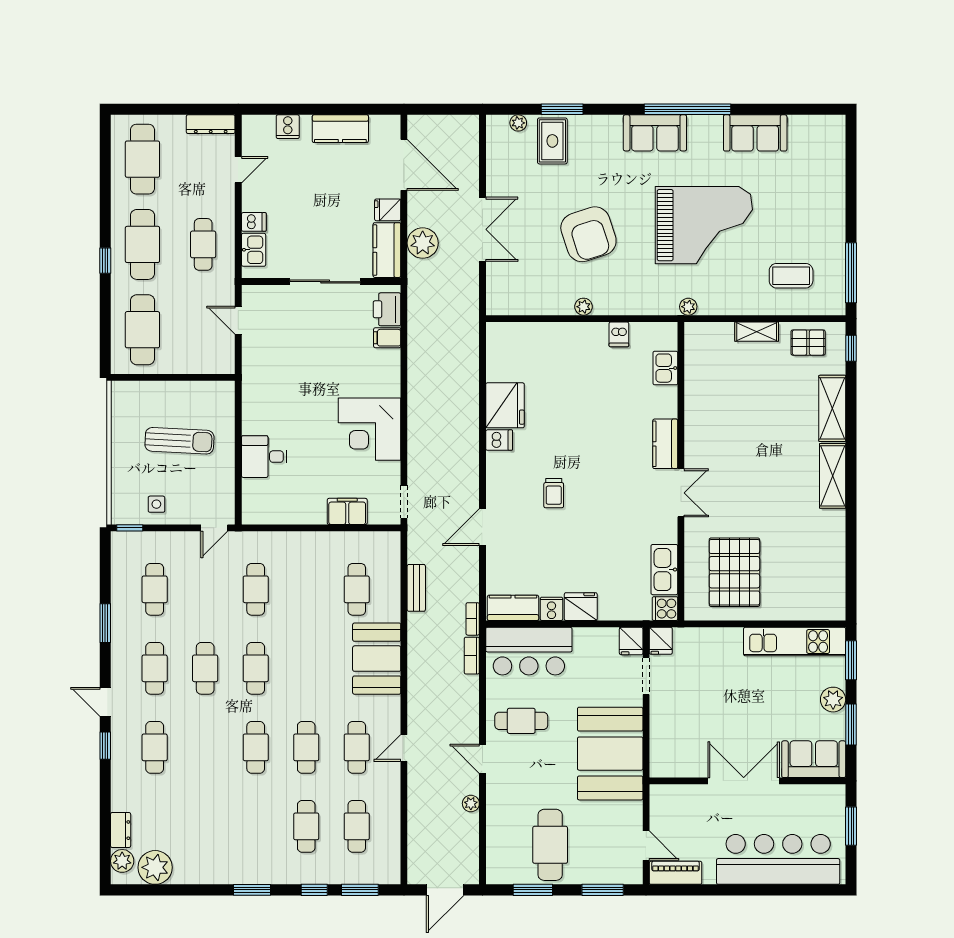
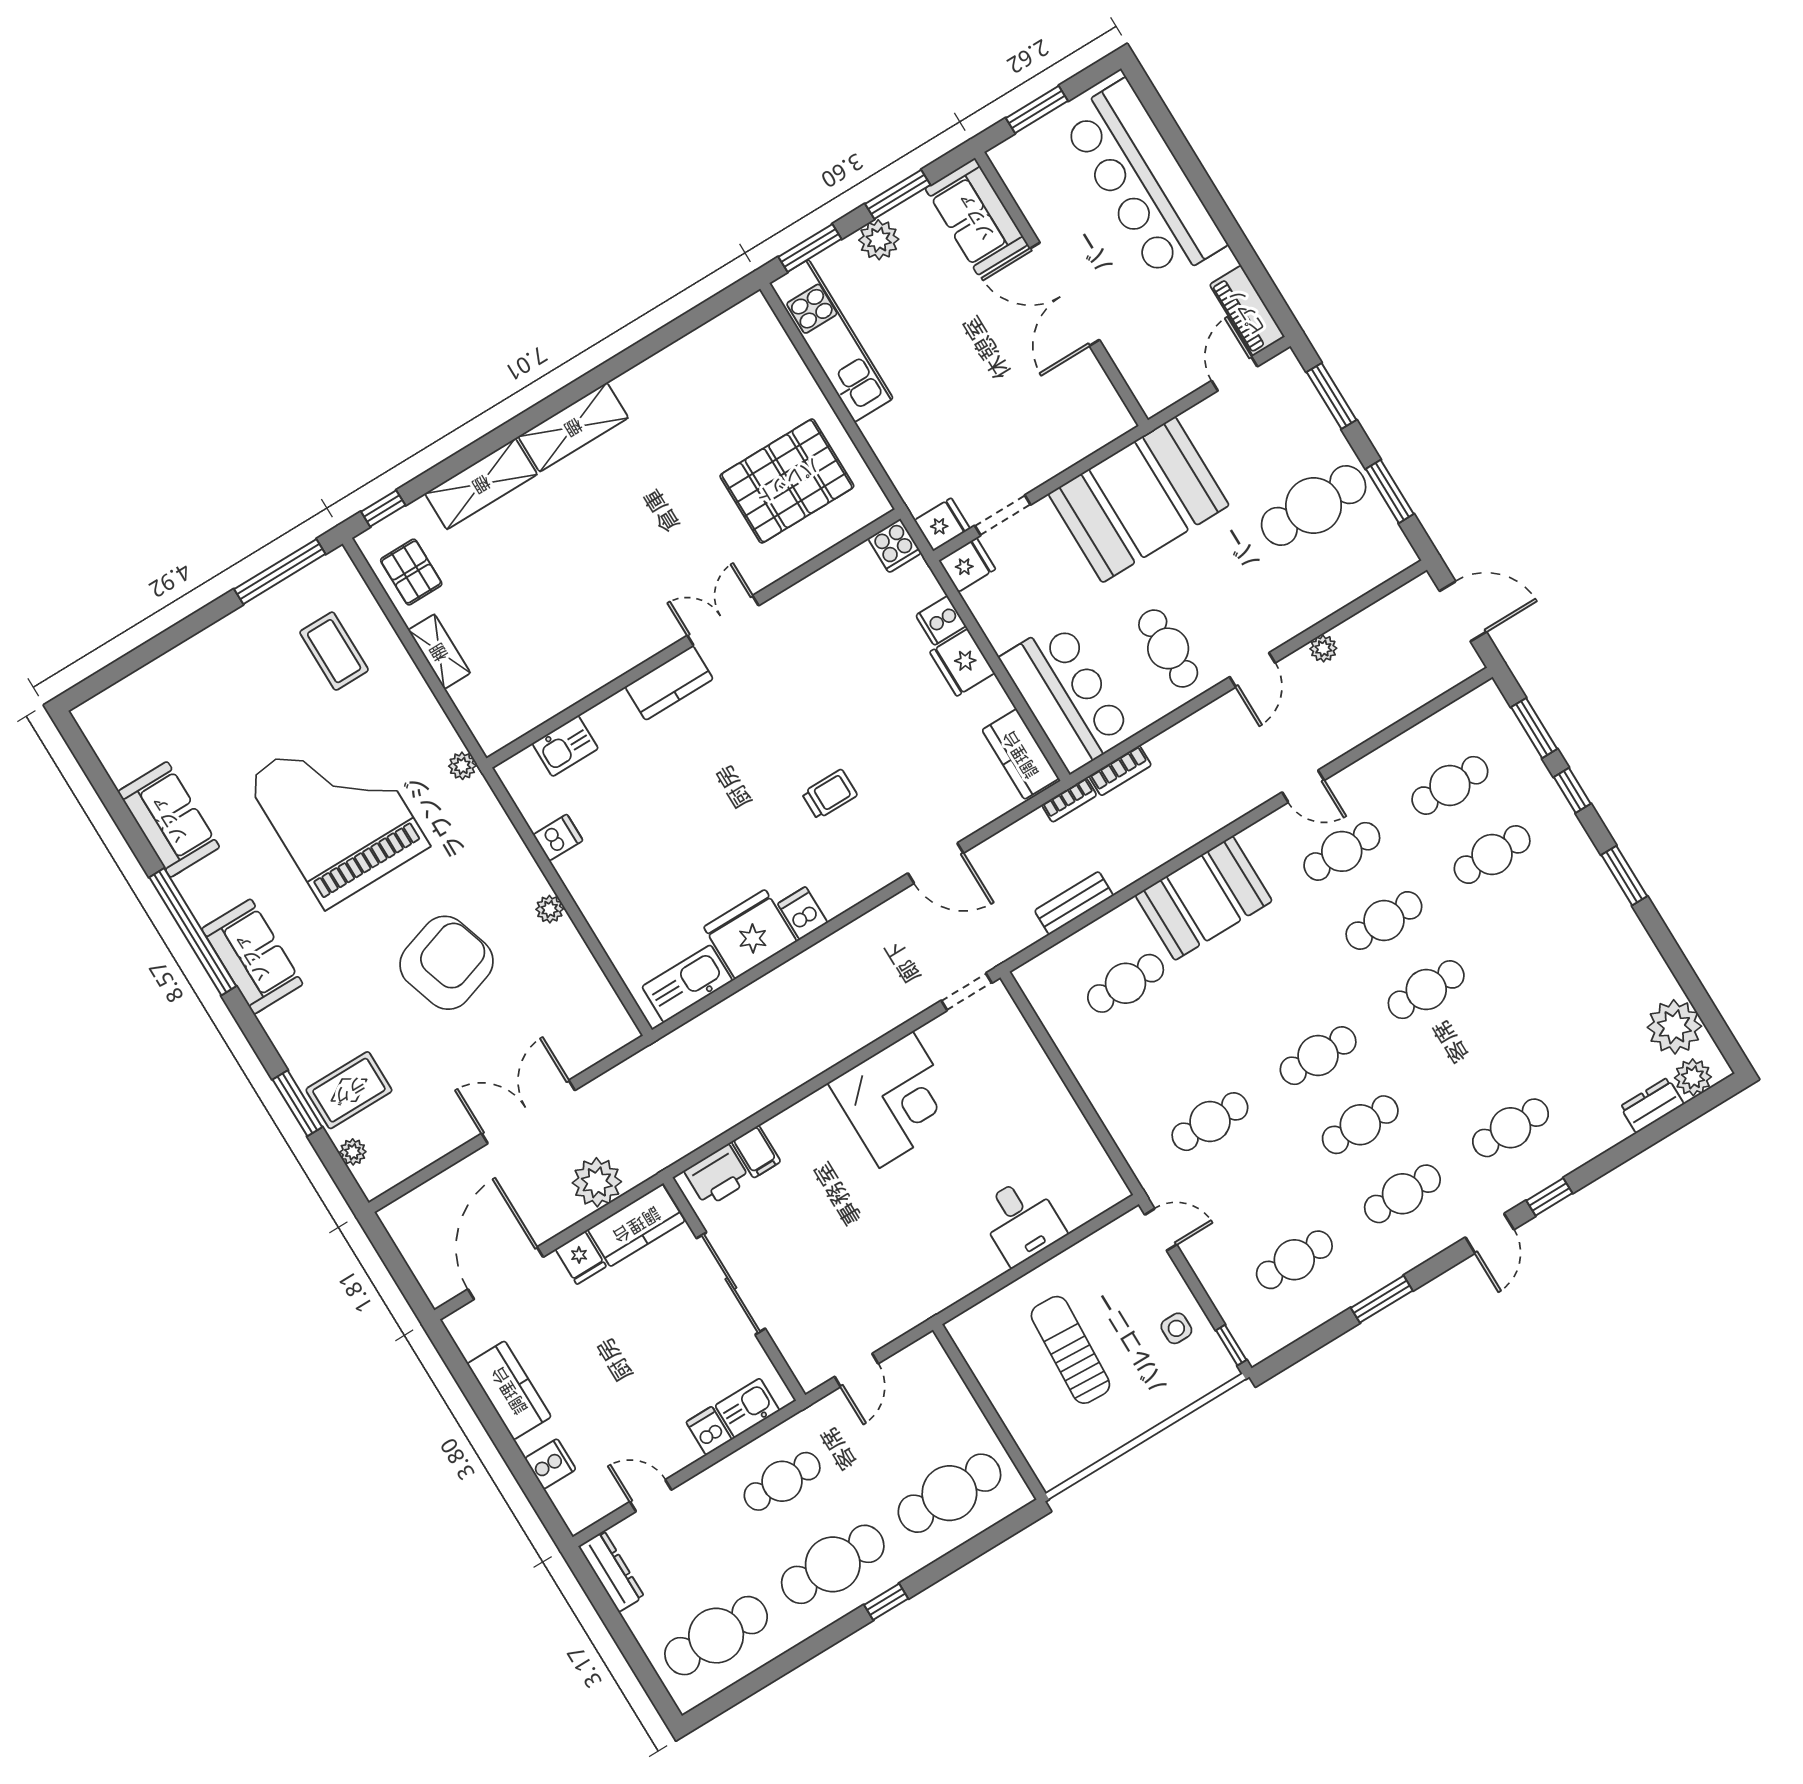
filing cabinet: (347, 511) -> (1027, 1061), removed
kitchen sink: (664, 570) -> (687, 984), moved, turned 180
cooker: (551, 609) -> (941, 621), moved

